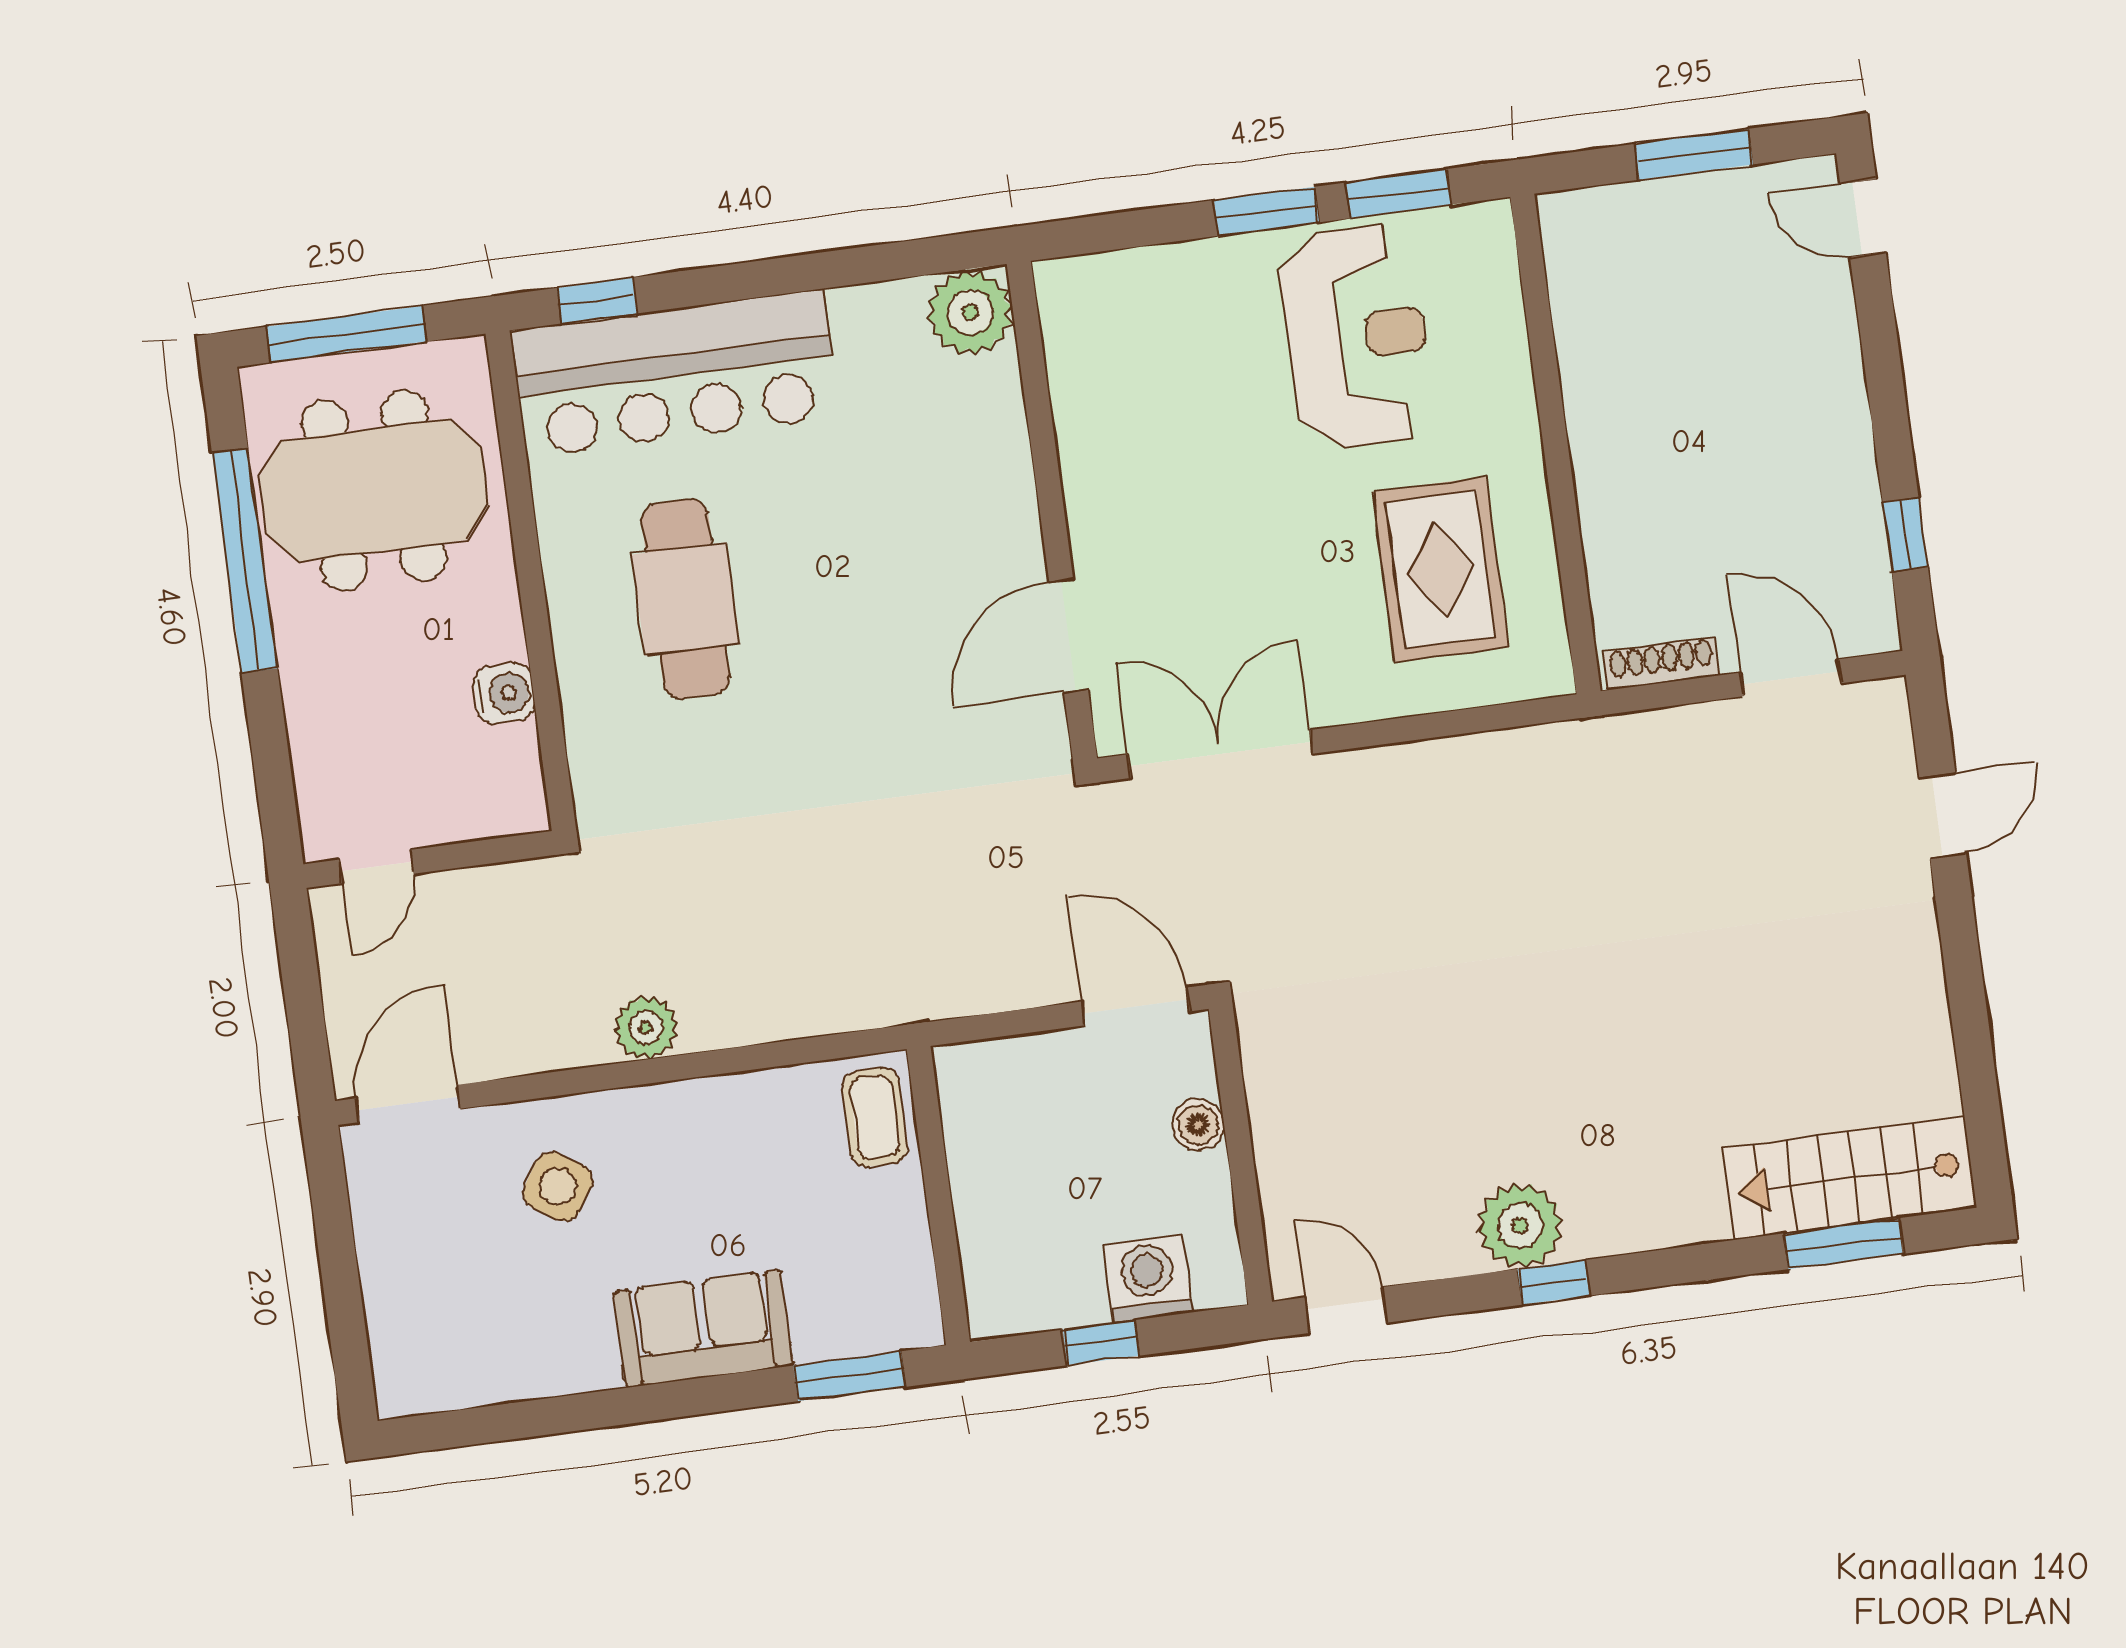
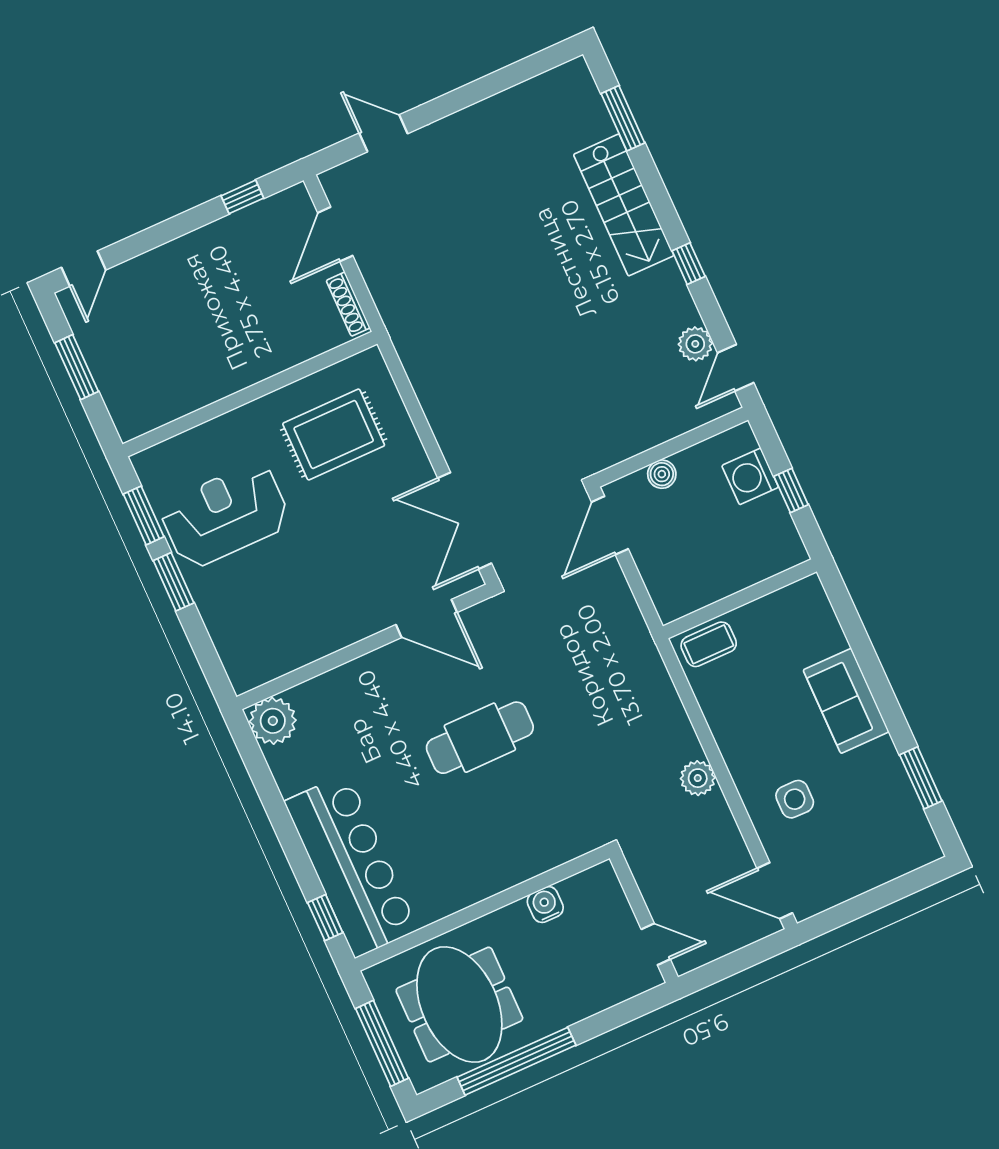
cafe table: (686, 599) -> (480, 738), moved
stairs: (1849, 1178) -> (624, 205), moved
side table: (558, 1187) -> (795, 799), turned -33
plant: (1520, 1226) -> (695, 344), moved, width x0.73, depth x0.73
window: (849, 1376) -> (921, 778), moved

